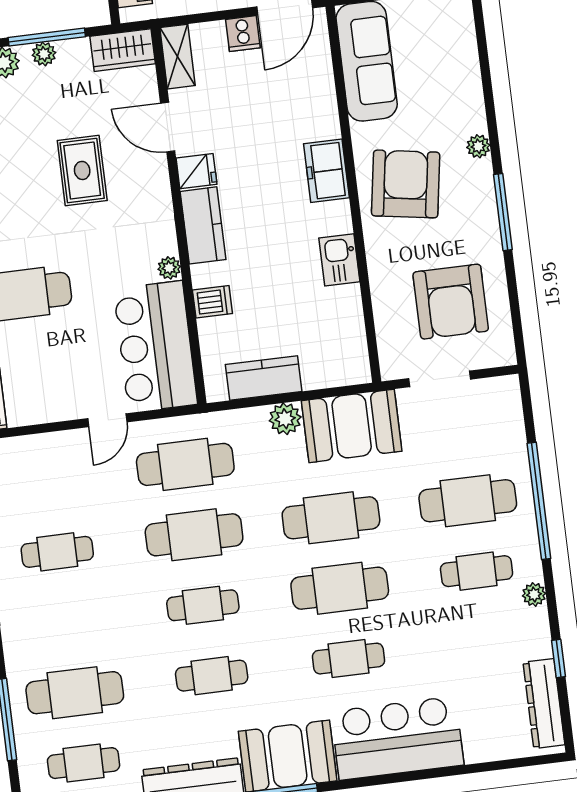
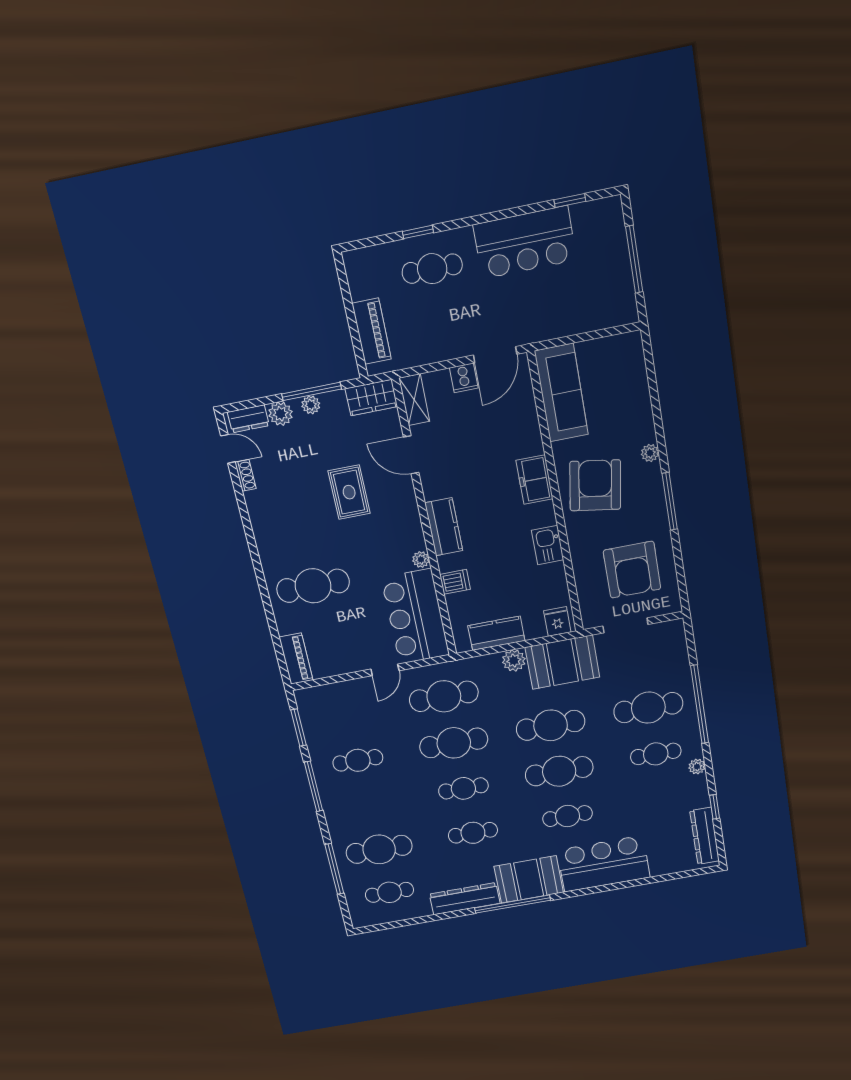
fridge: (196, 171) -> (557, 622), moved, turned -90

